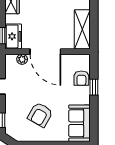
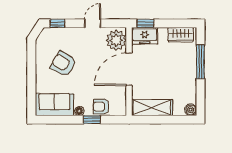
plant: (22, 59) -> (116, 40), width x1.88, depth x1.88
floor lamp: (86, 99) -> (79, 111), added

